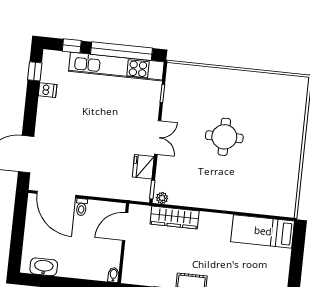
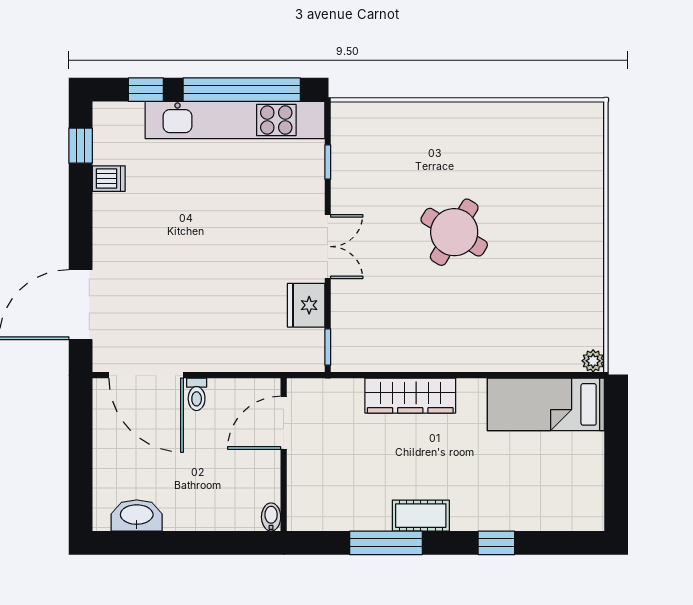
round table: (224, 137) -> (454, 232), turned 31
plant: (162, 198) -> (593, 361), moved
wardrobe: (175, 218) -> (410, 396), moved

